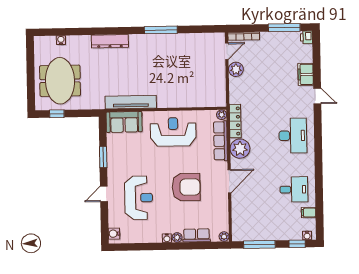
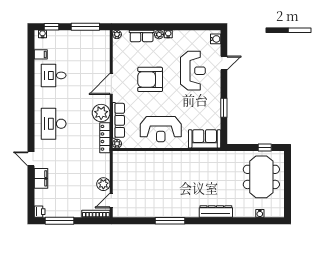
tv unit: (131, 102) -> (198, 157), removed
door: (104, 194) -> (224, 63), moved
reception desk: (139, 198) -> (193, 71), turned 180

